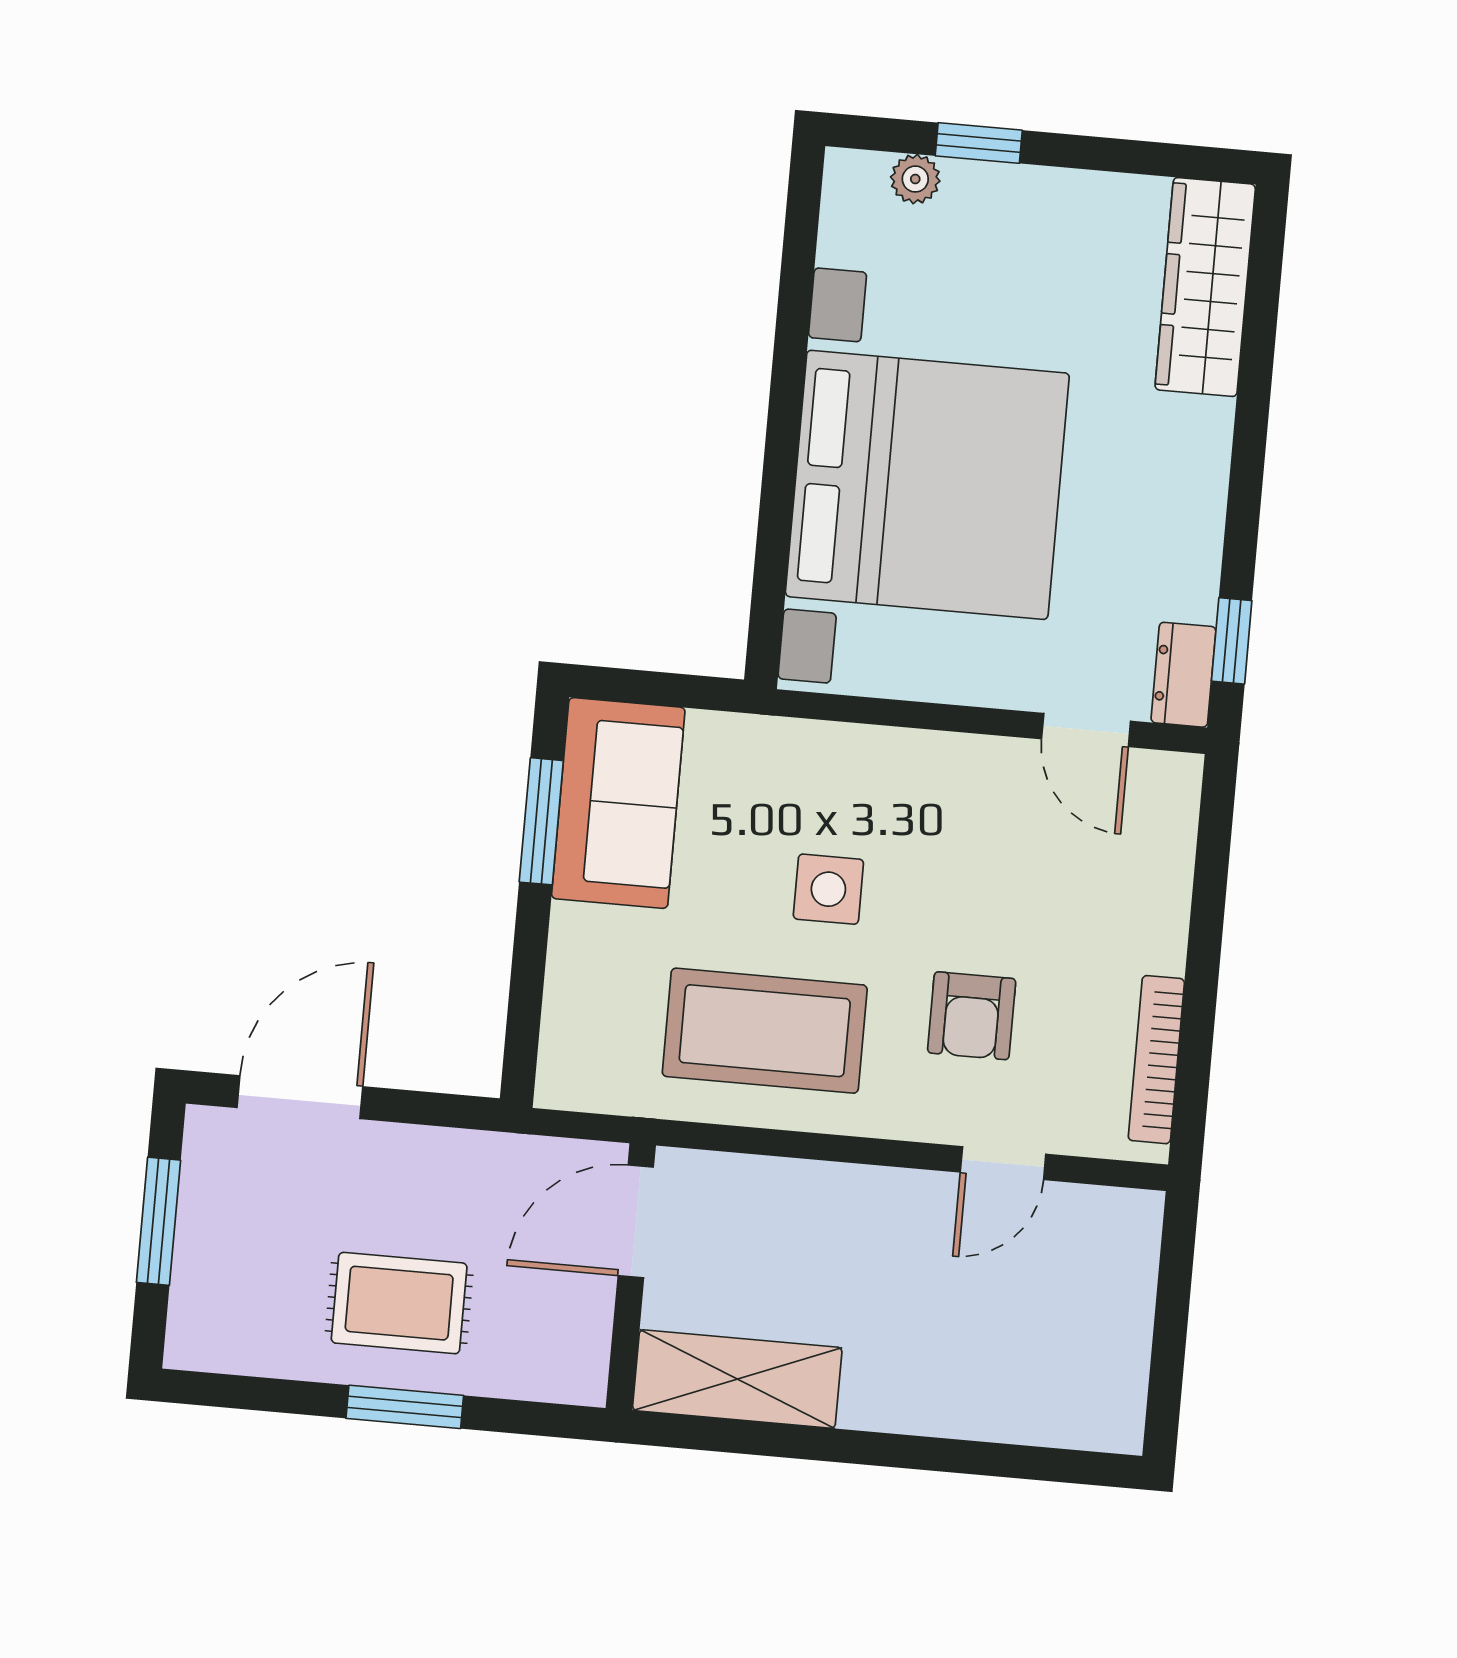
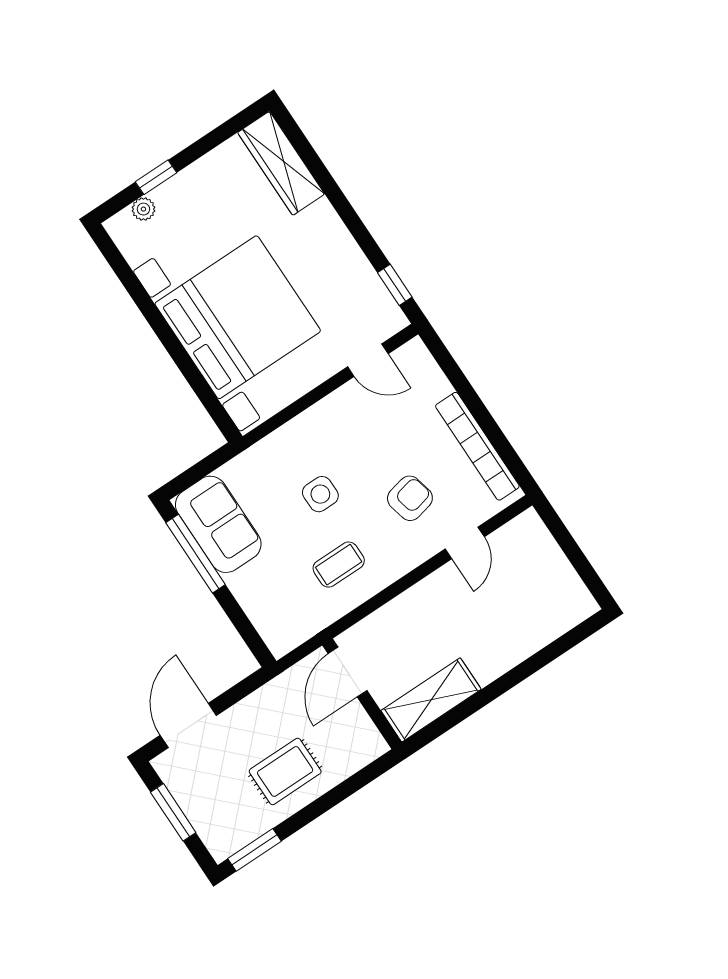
dresser: (1183, 675) -> (387, 311), removed
window: (541, 821) -> (196, 554), width x1.44
armchair: (972, 1016) -> (410, 498), turned -103
coffee table: (765, 1031) -> (339, 565), width x0.54, depth x0.58
bookcase: (1156, 1060) -> (477, 446), width x1.48, depth x1.31
window: (405, 1407) -> (254, 850), moved

